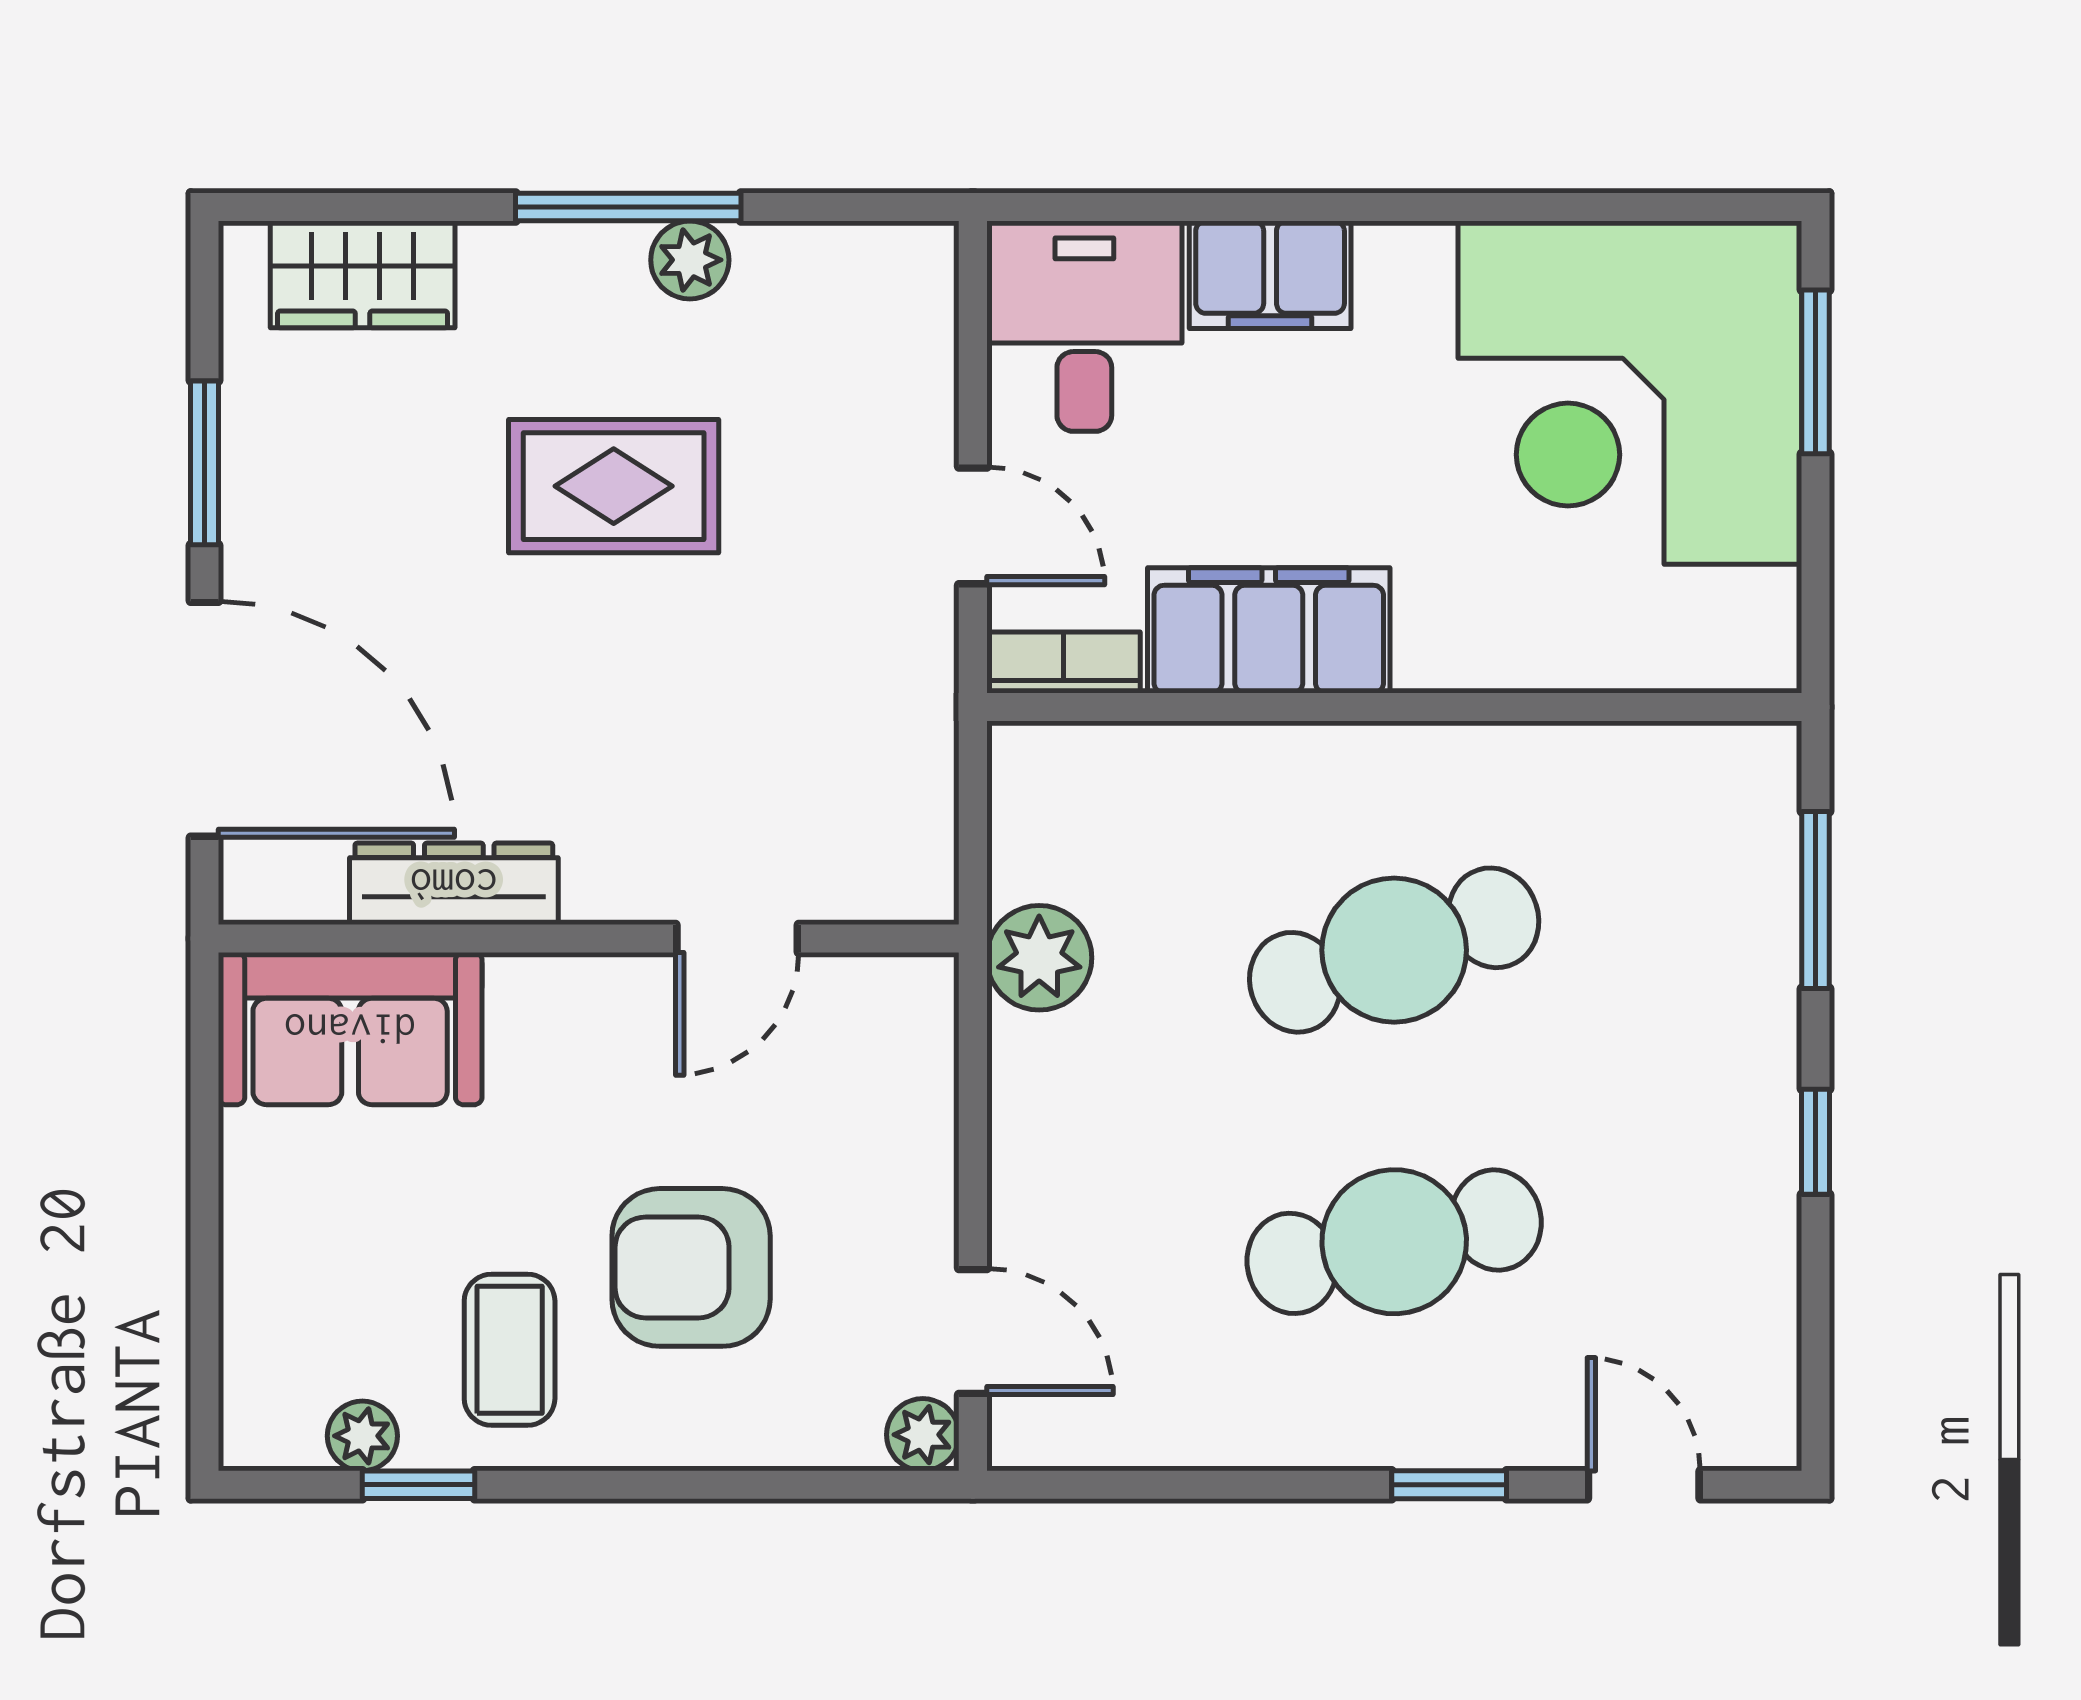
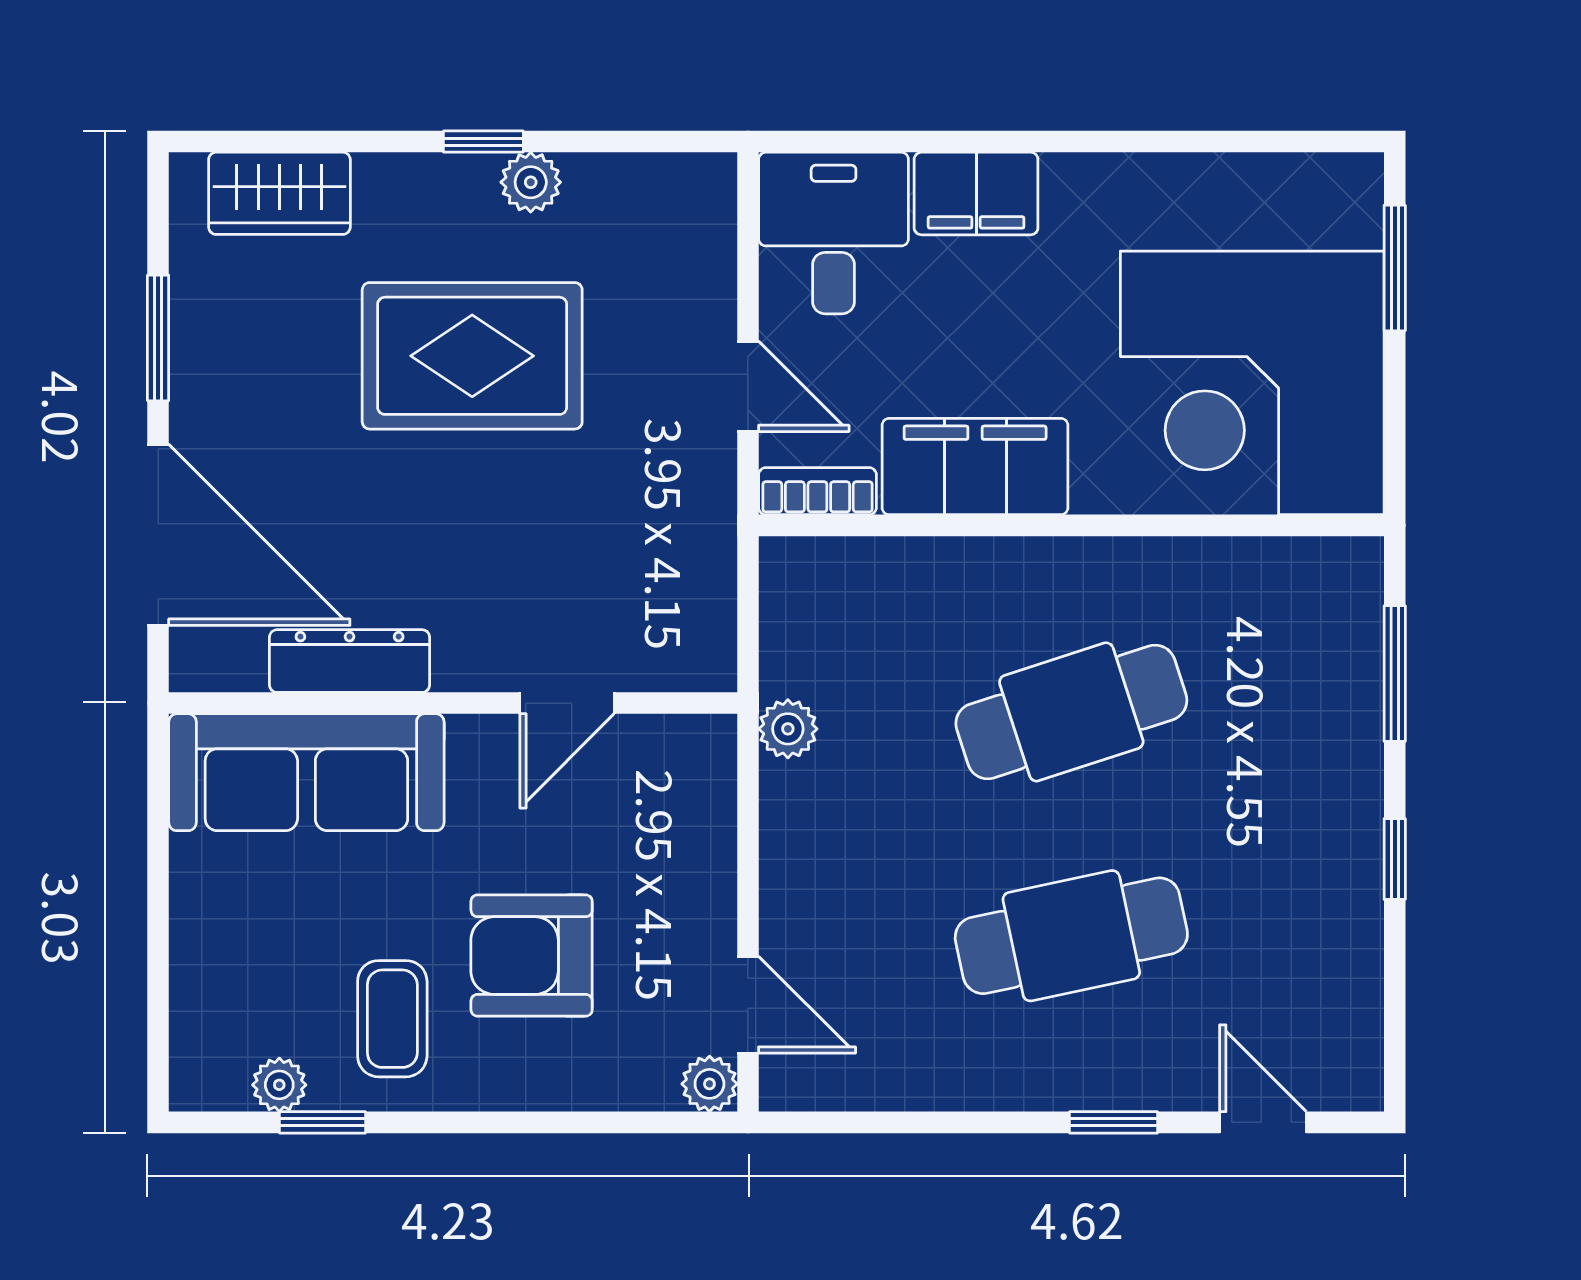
window: (628, 207) -> (483, 142), width x0.46
corner desk: (1630, 393) -> (1252, 383), moved
rug: (614, 486) -> (472, 356), width x1.36, depth x1.43
plant: (1039, 958) -> (788, 729), width x0.73, depth x0.73
sofa: (350, 1029) -> (306, 772), width x1.36

